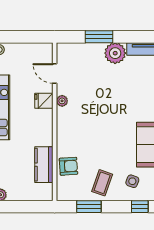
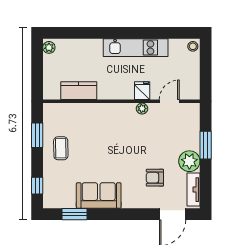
armchair: (68, 166) -> (155, 178), moved, turned 94
side table: (132, 181) -> (62, 178), removed
coffee table: (102, 183) -> (61, 148), turned 70

